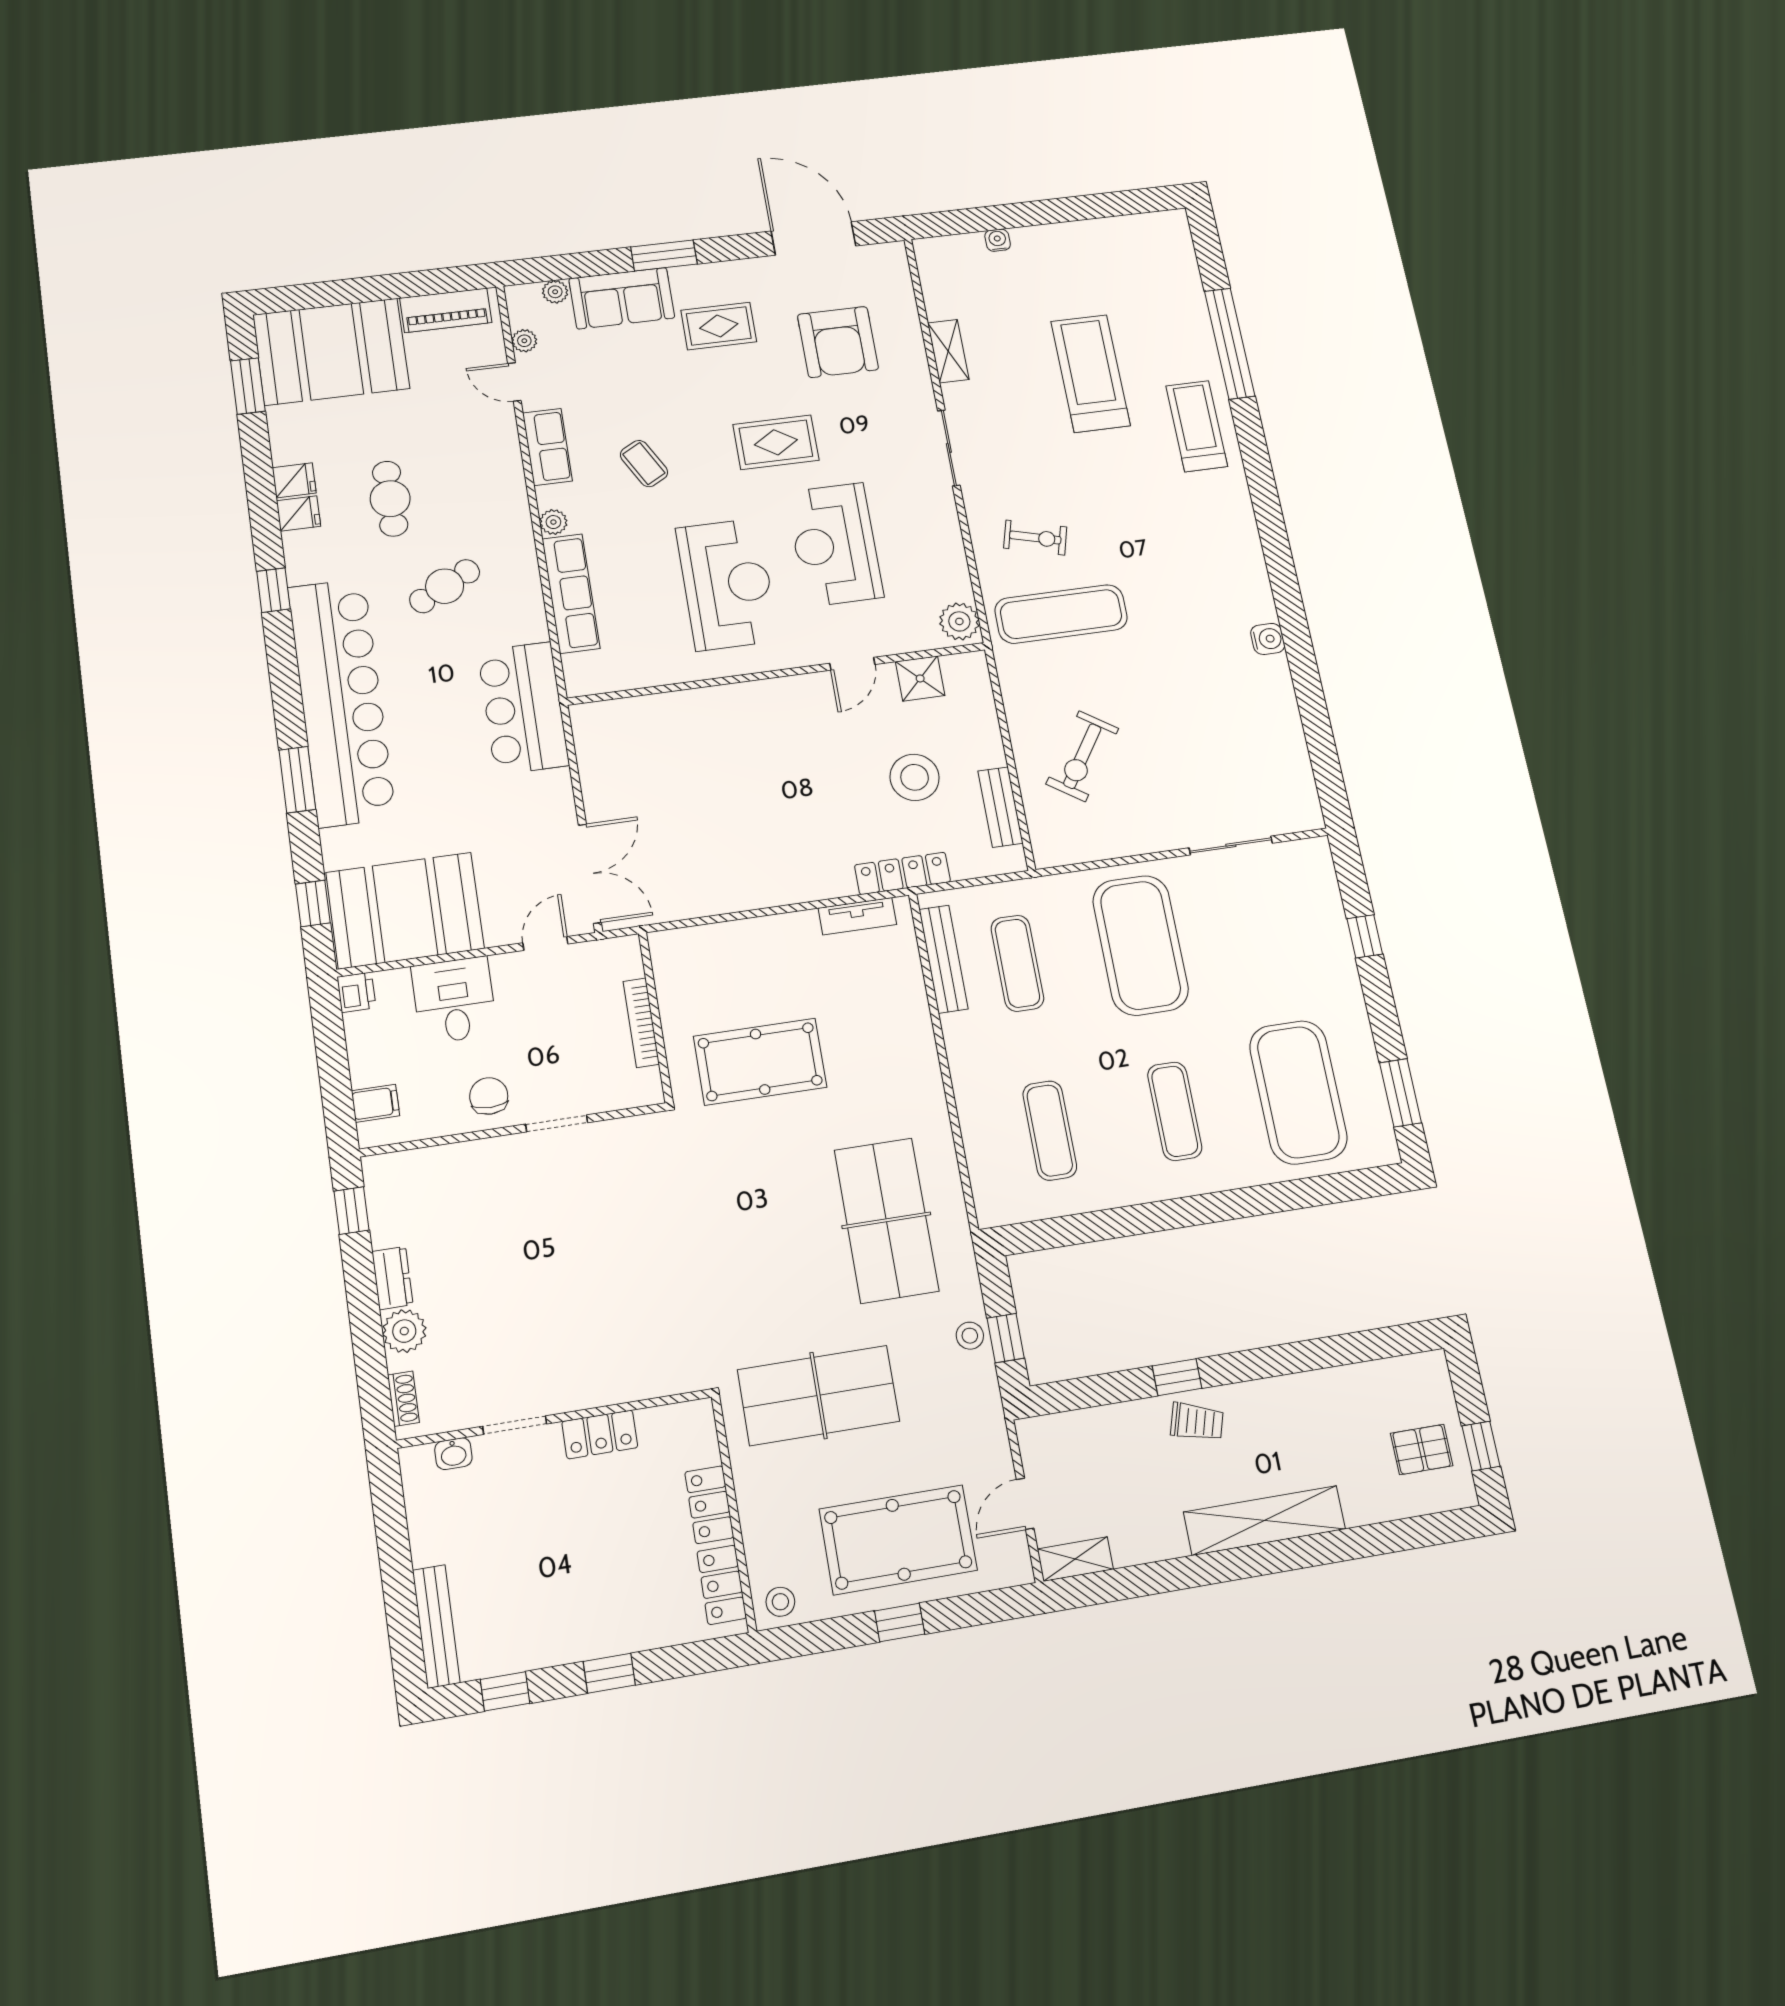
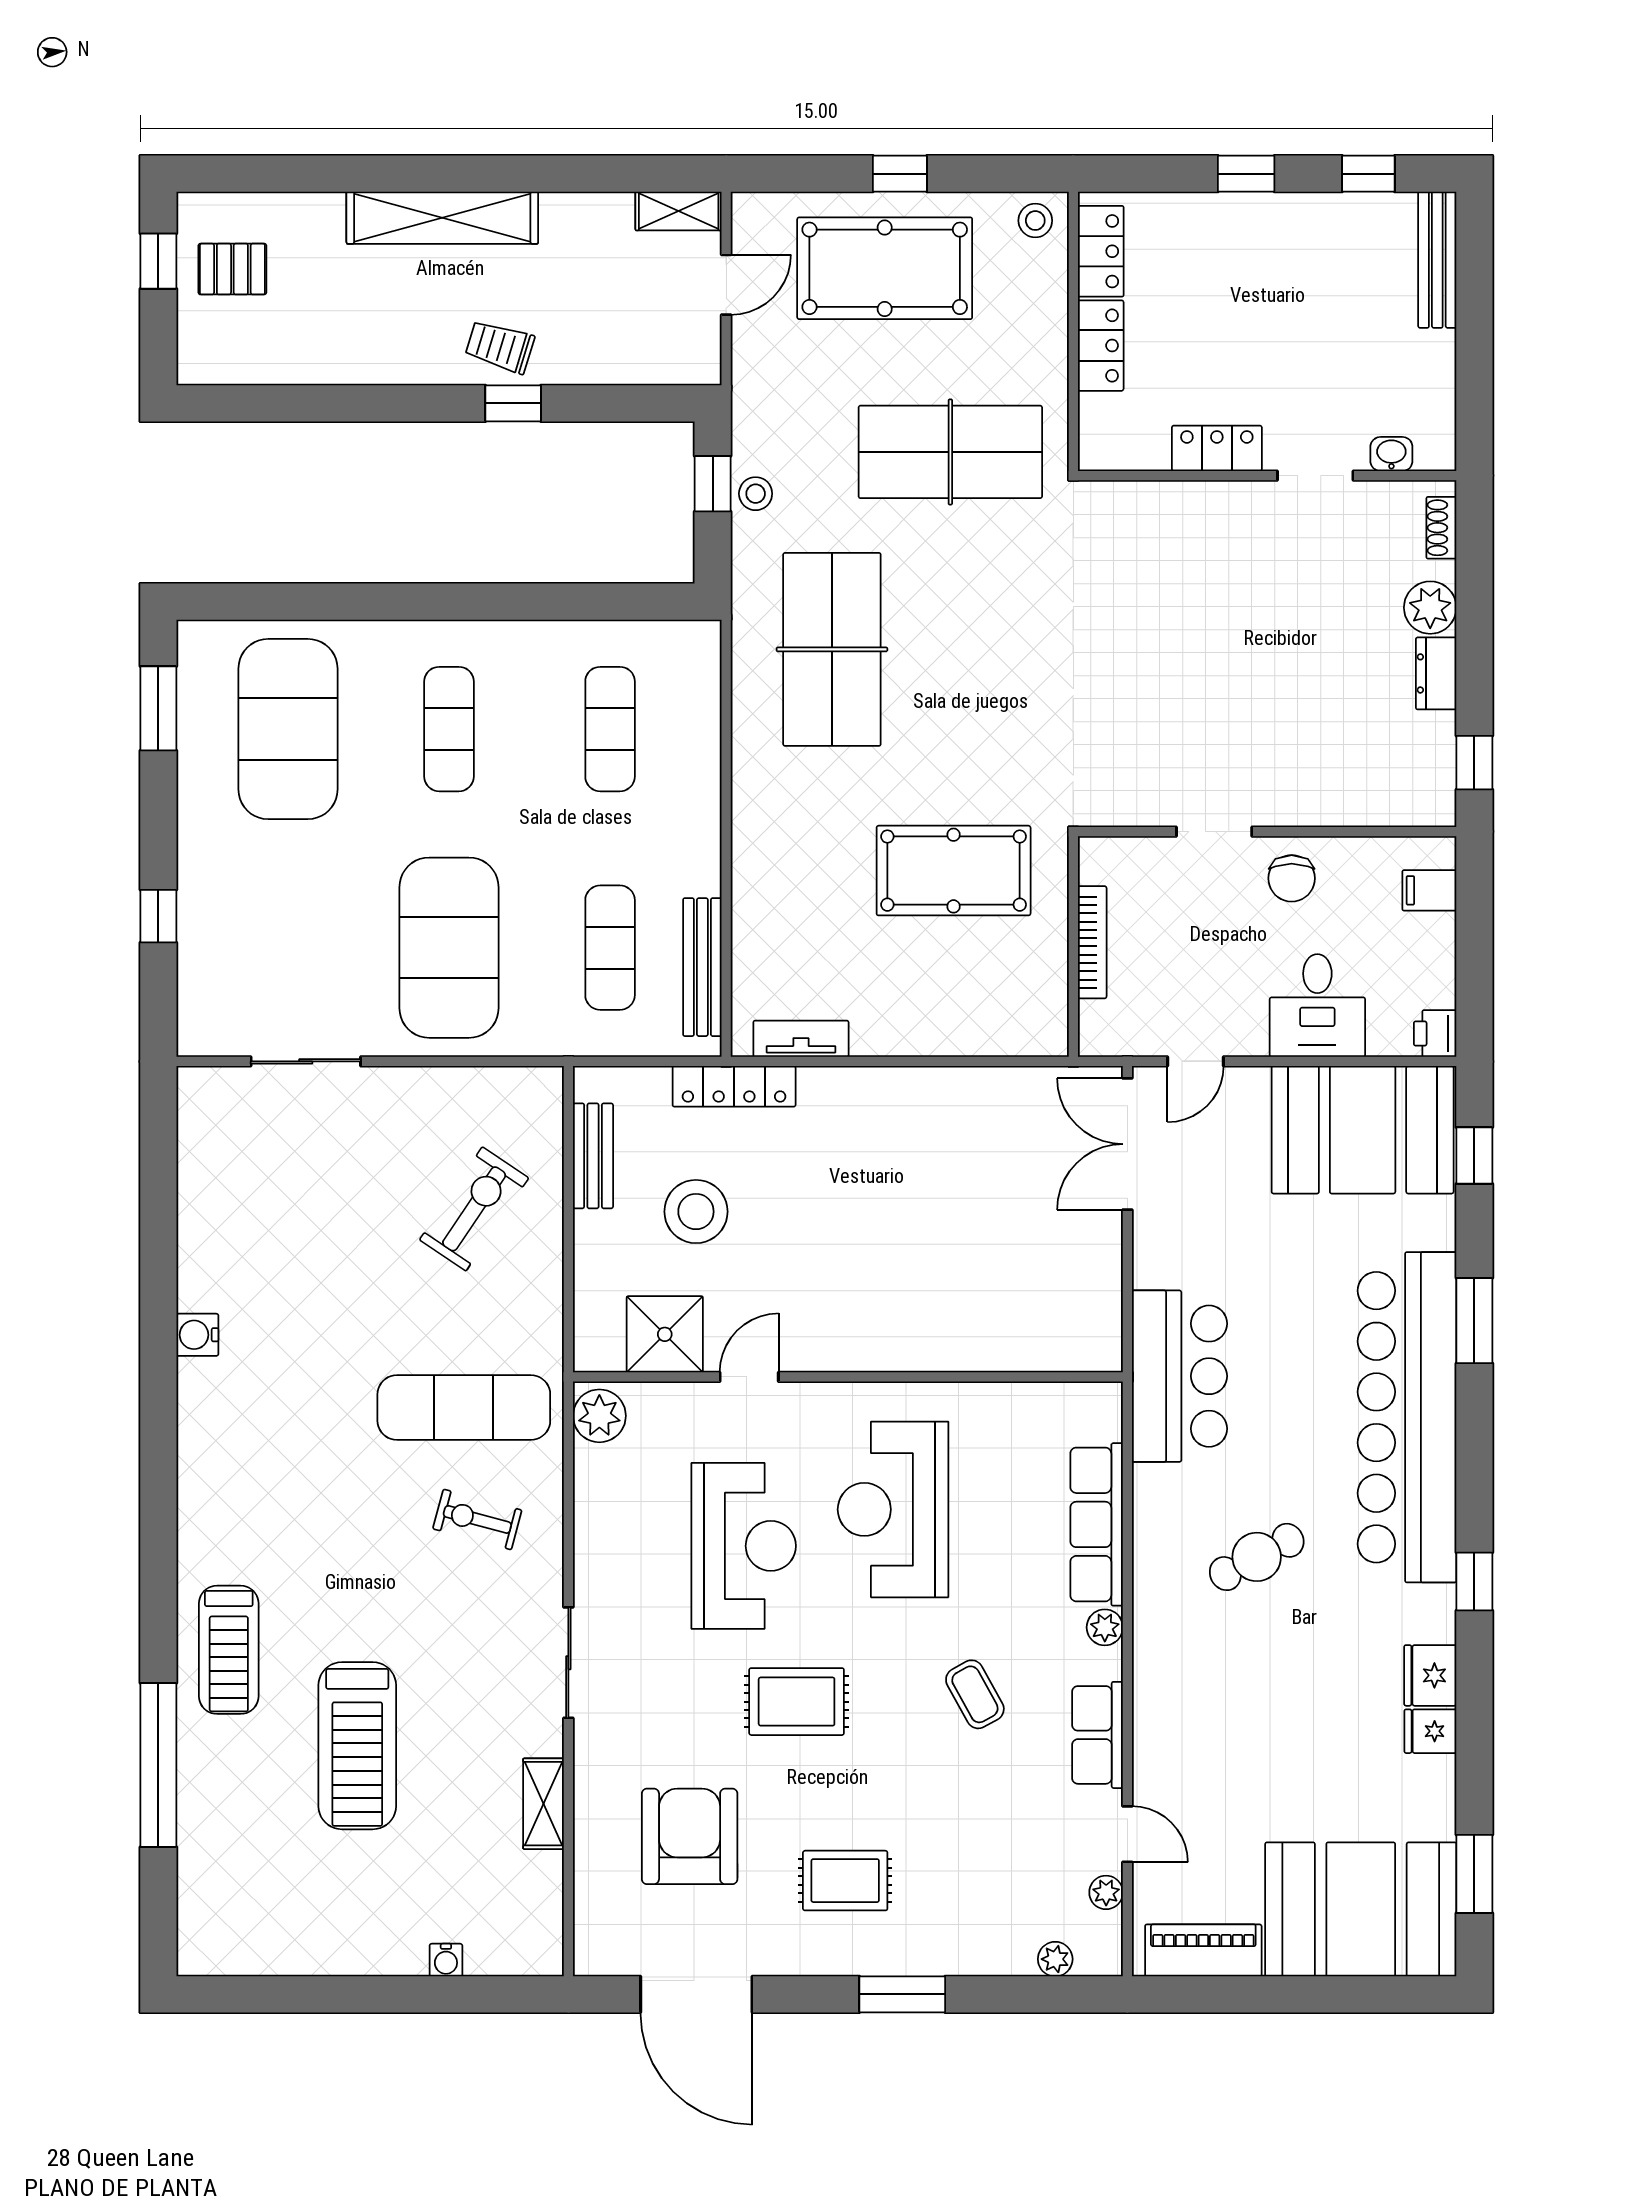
sofa: (622, 298) -> (968, 1938), removed
cafe table: (390, 499) -> (1311, 1689), removed
fridge: (299, 513) -> (1430, 1675), width x1.38
shower: (920, 678) -> (665, 1334), width x1.36, depth x1.36

